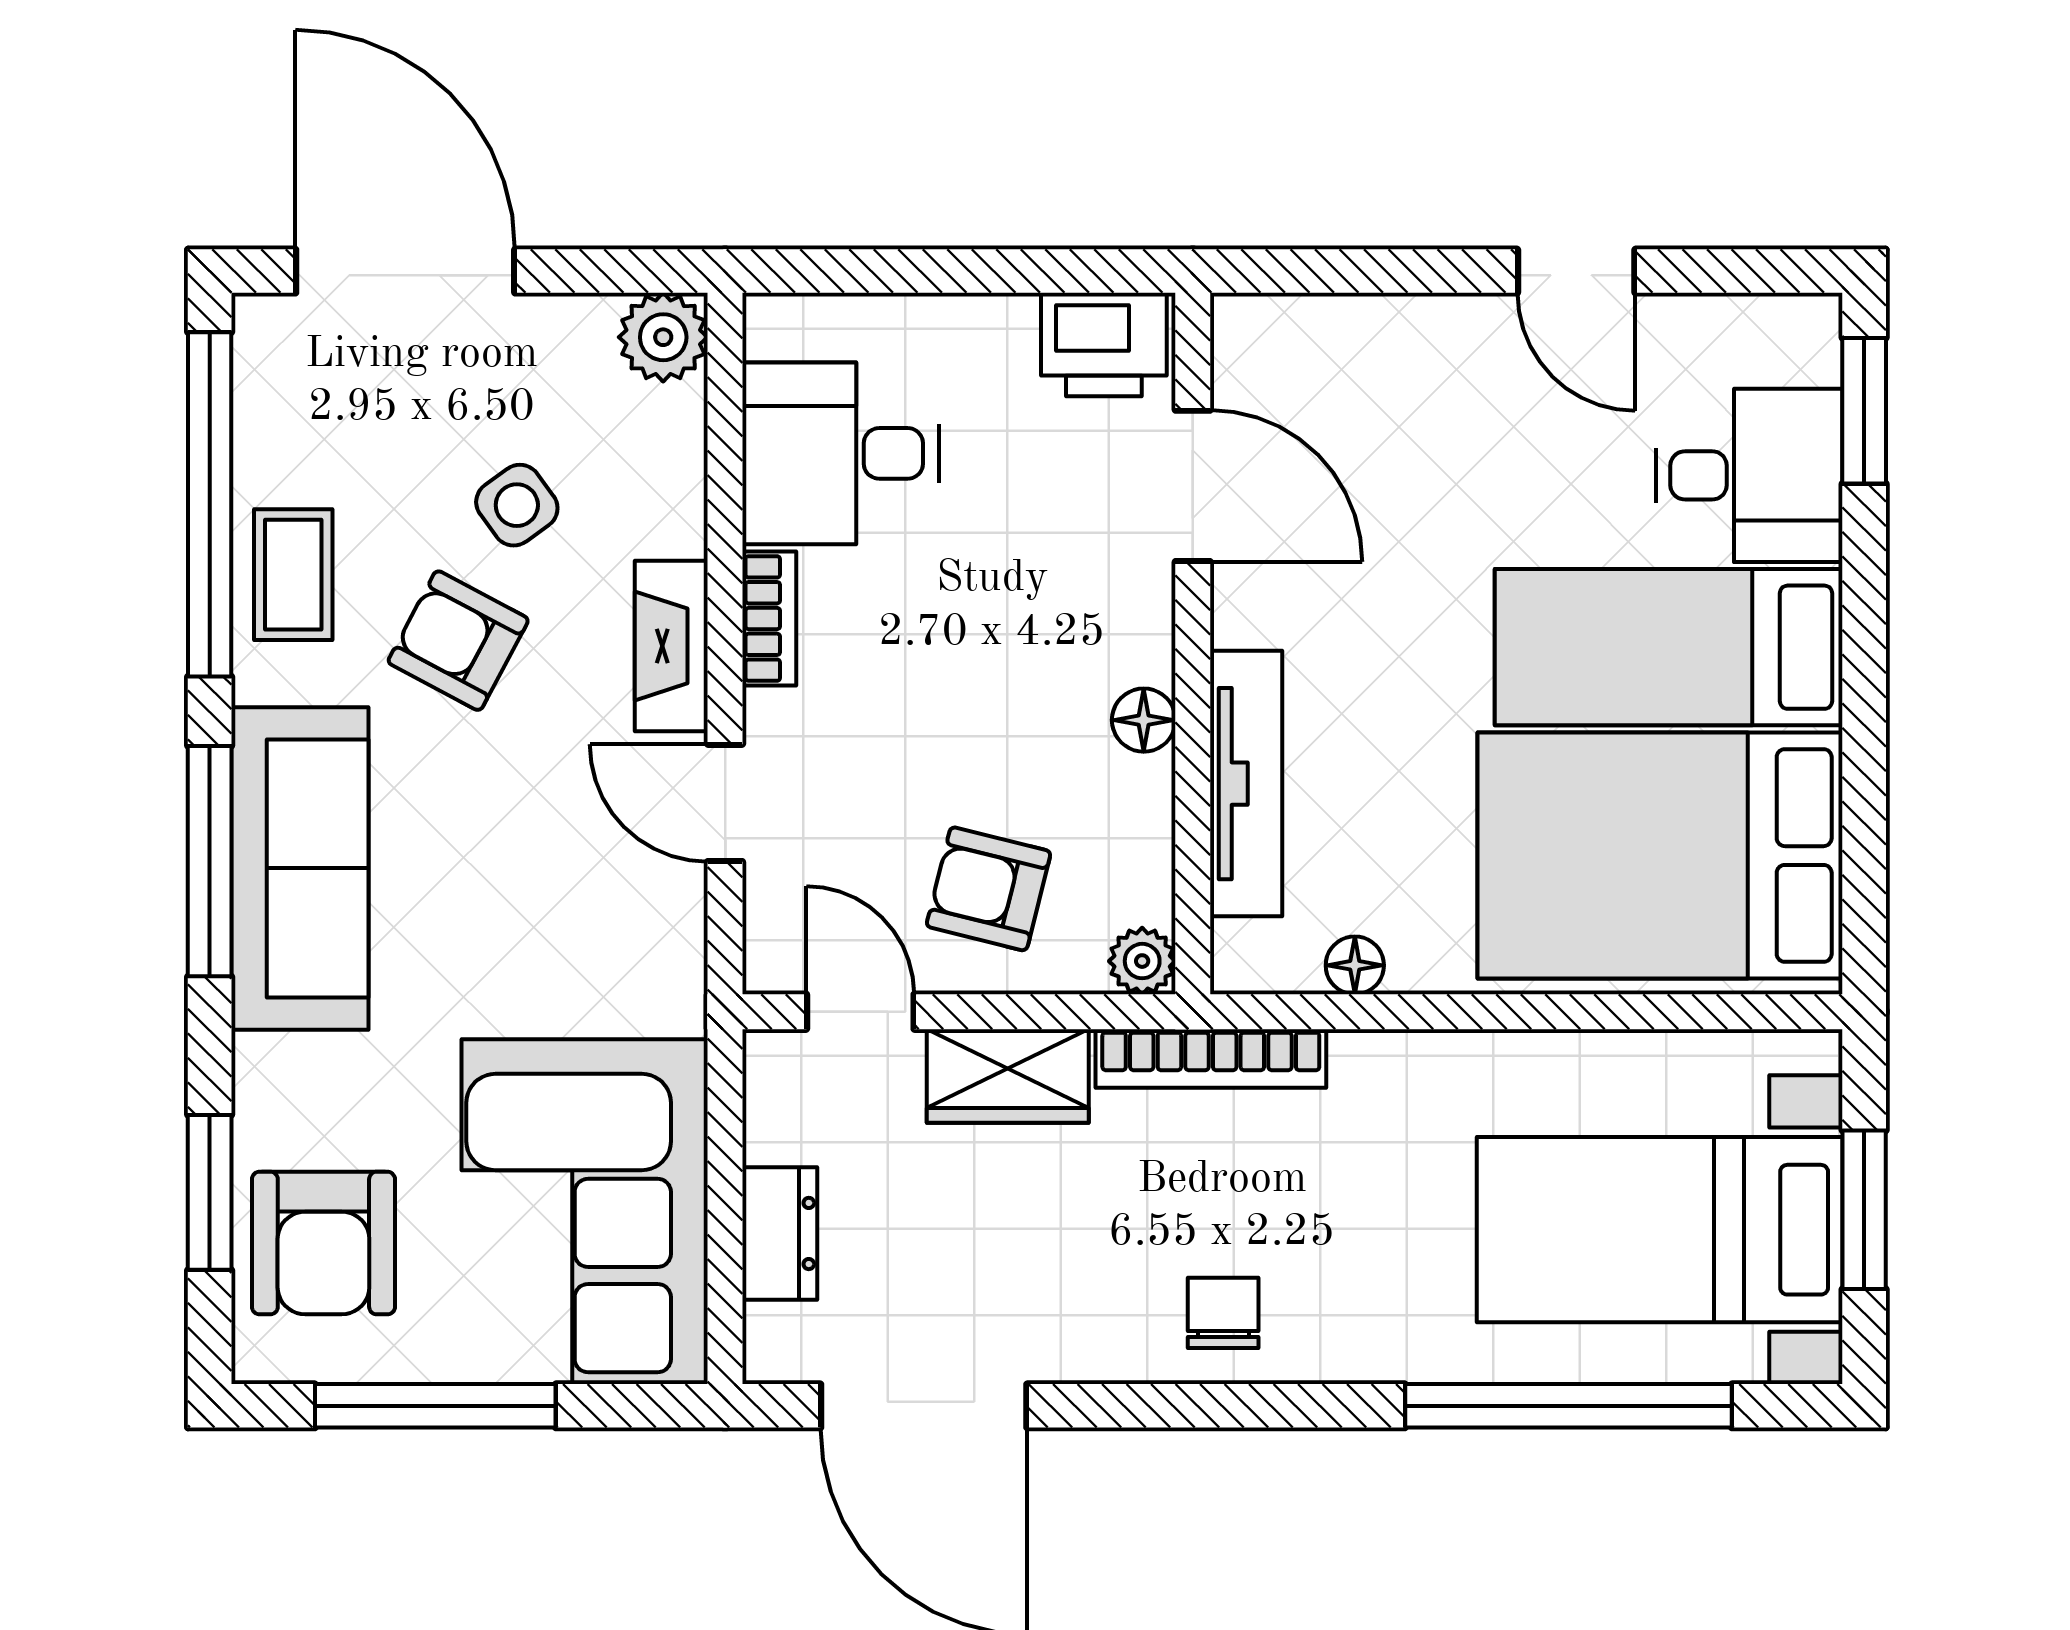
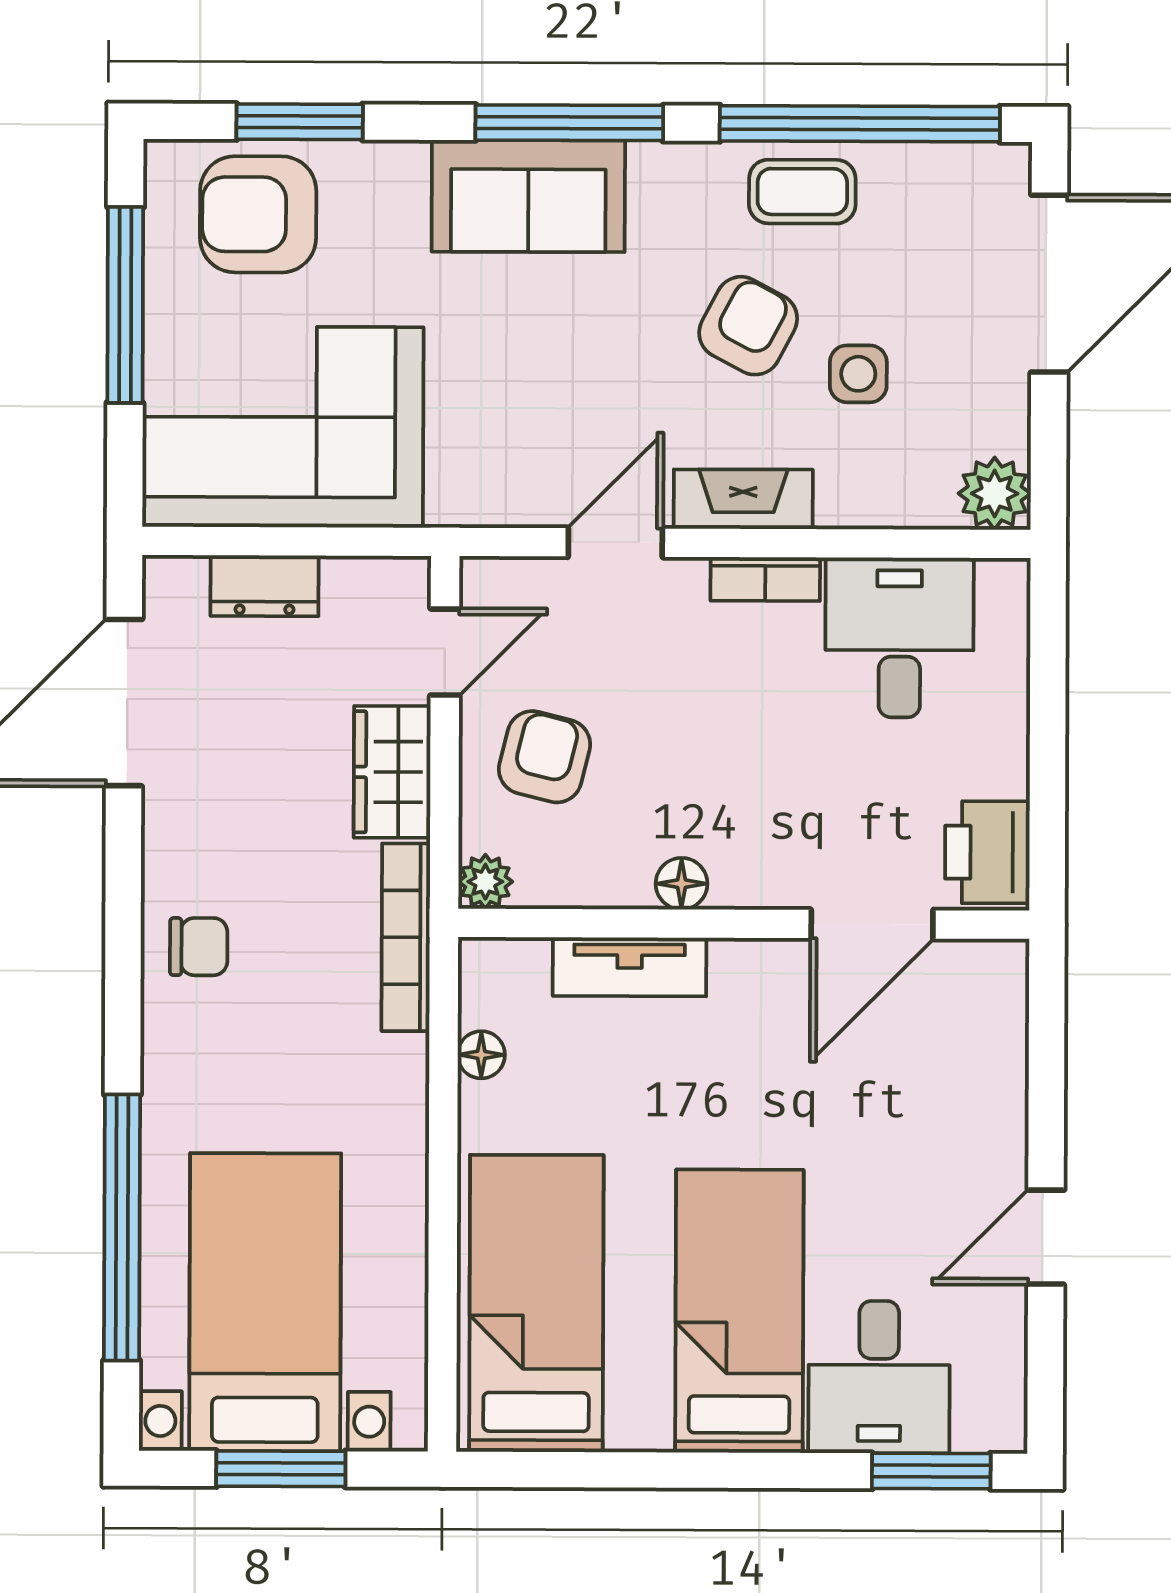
side table: (517, 505) -> (858, 374), turned 36
tv unit: (1246, 784) -> (630, 967), width x0.71
bed: (1660, 856) -> (536, 1304), width x0.67
sofa: (300, 868) -> (528, 196), width x0.73

